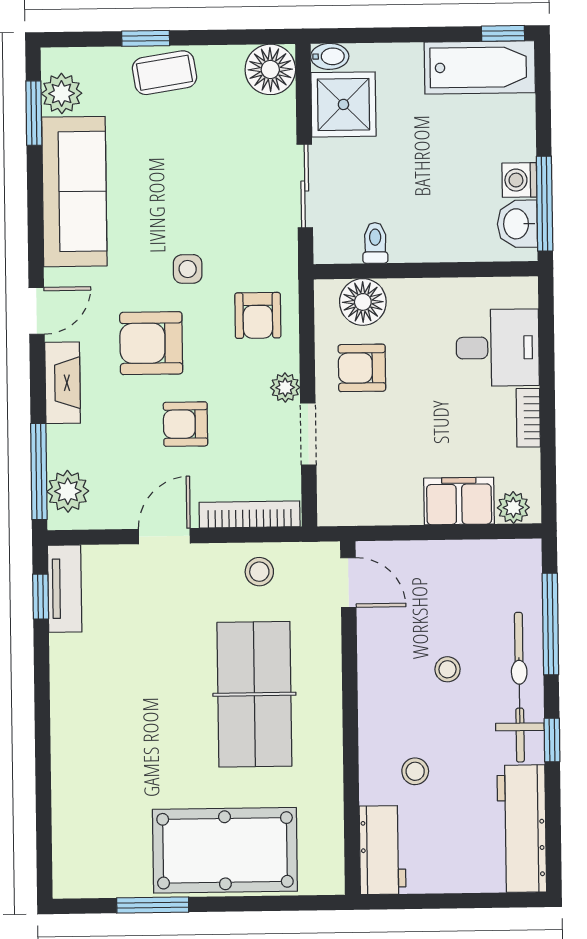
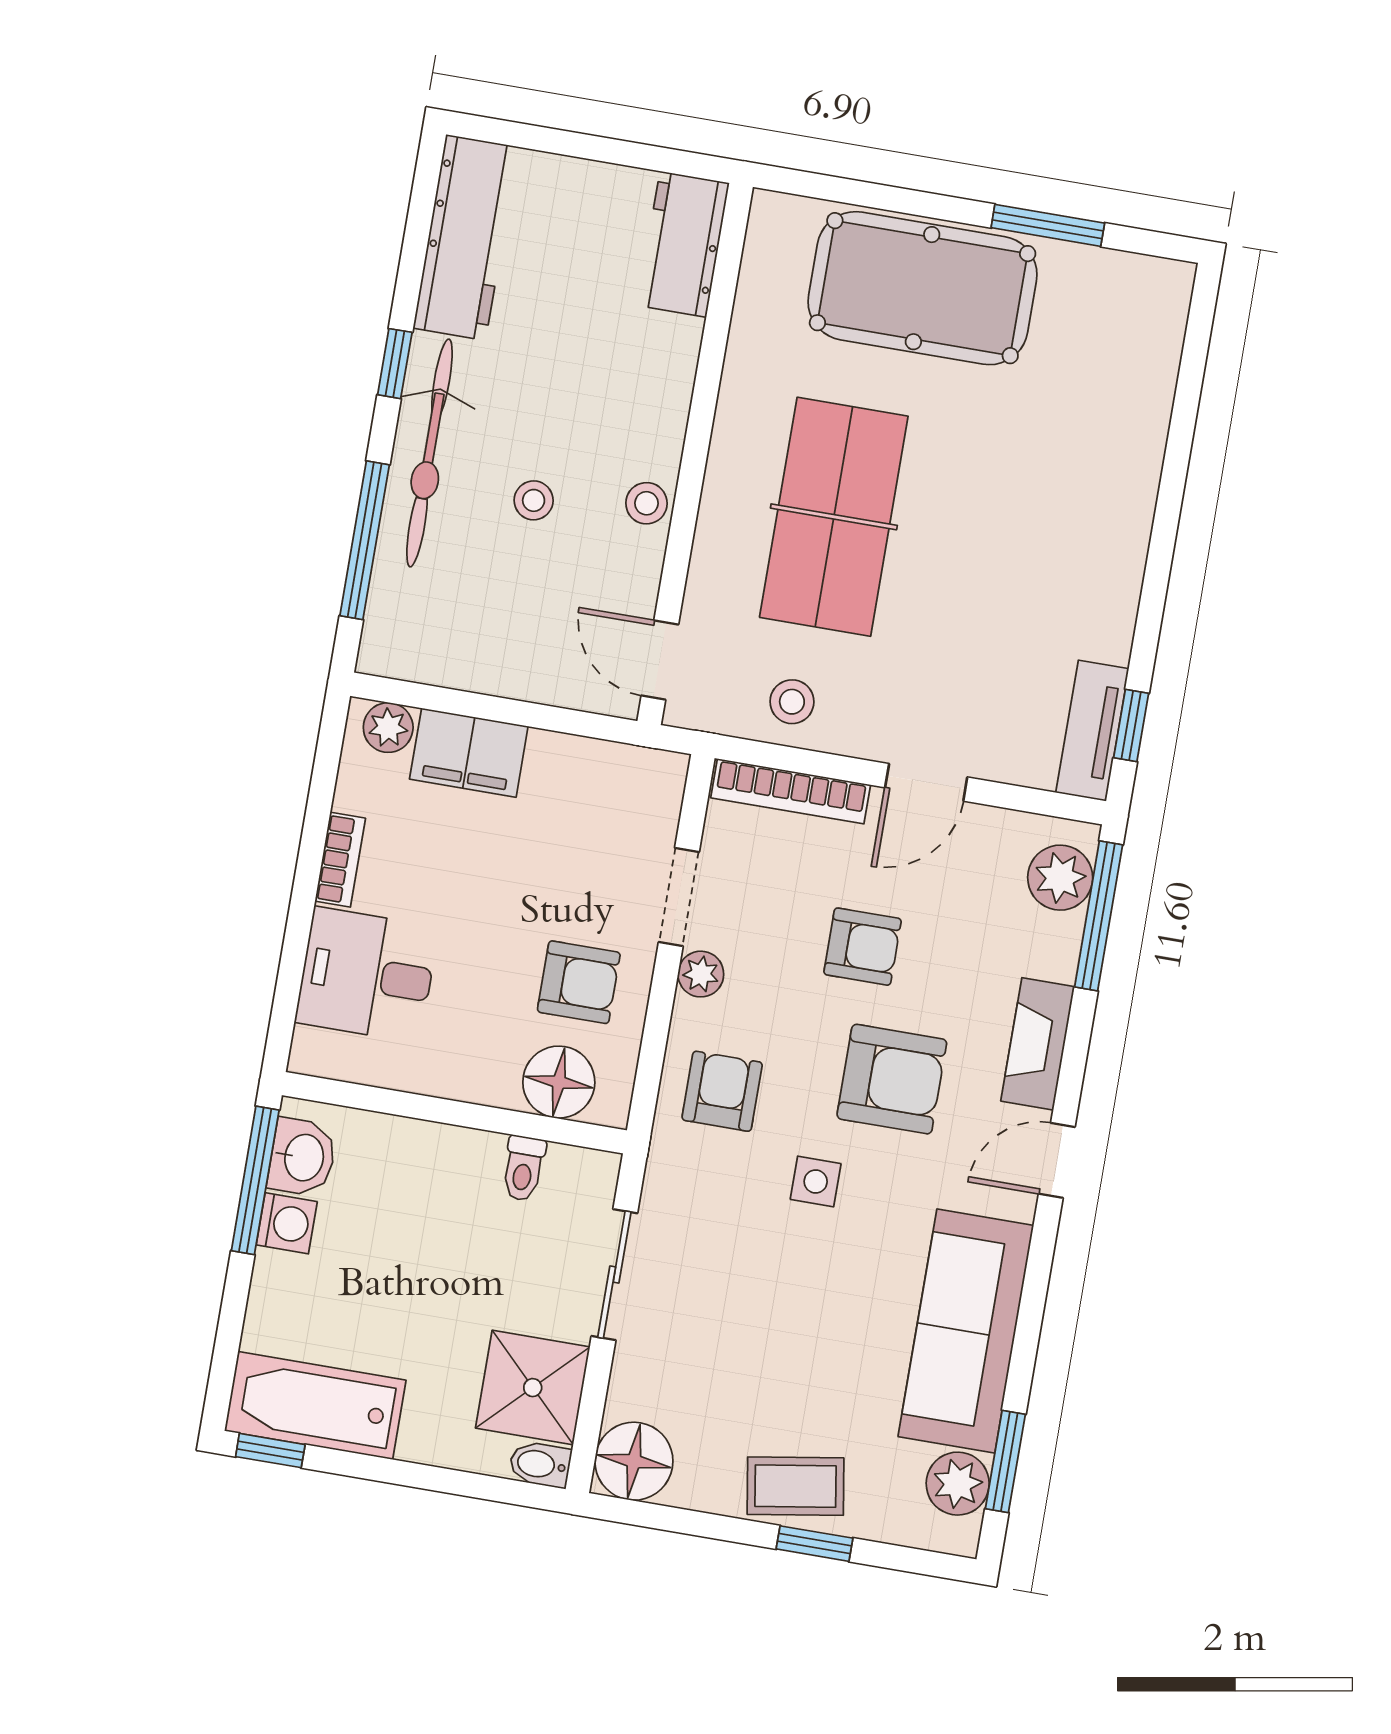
stool: (415, 771) -> (646, 503), moved

